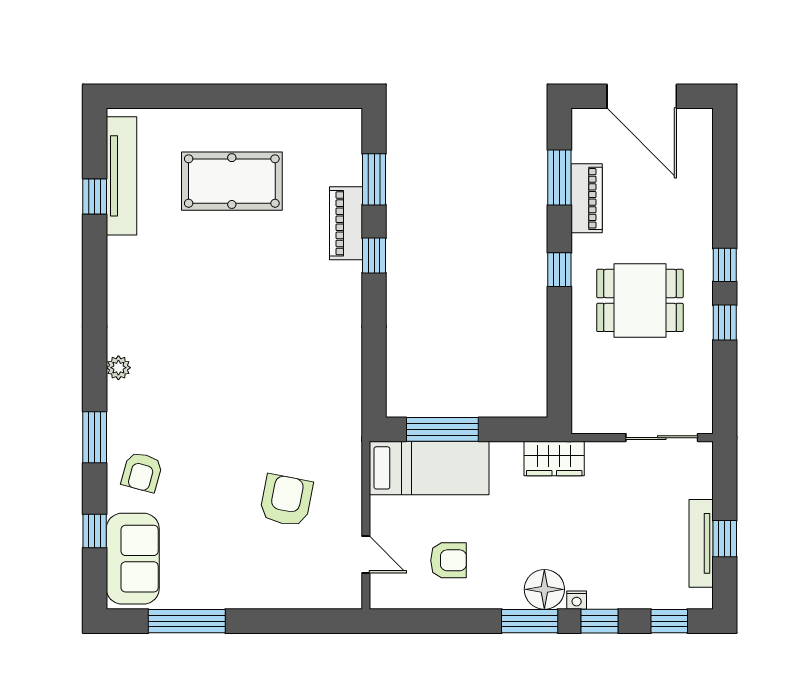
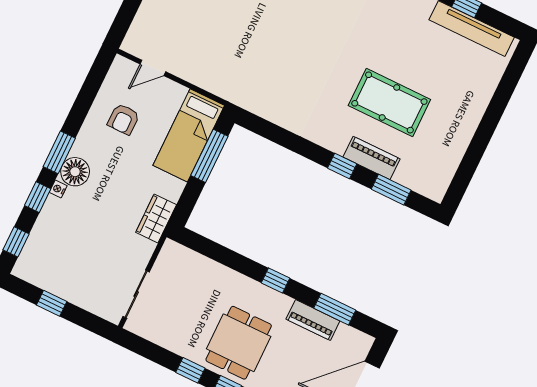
pool table: (232, 181) -> (389, 102), moved, turned 90
dining table: (640, 300) -> (239, 343), moved
armchair: (286, 500) -> (212, 34), removed
tv unit: (701, 543) -> (56, 287), removed

